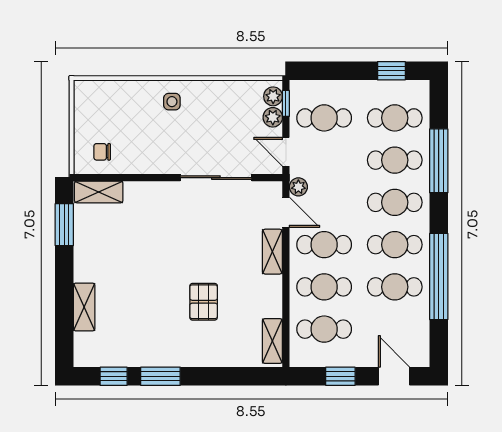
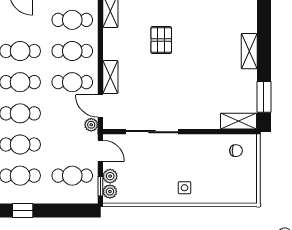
shelving: (84, 307) -> (249, 51), moved

